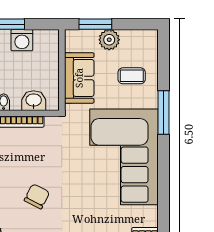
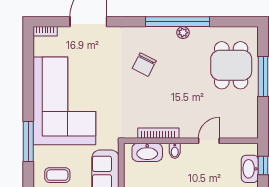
washbasin: (34, 101) -> (147, 152), width x1.38

